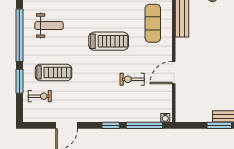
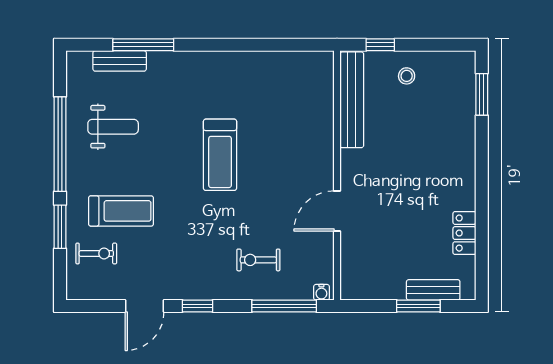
exercise mat: (153, 23) -> (299, 123), removed
treadmill: (109, 41) -> (220, 155), turned 90
exercise bike: (132, 79) -> (258, 260), moved
window: (111, 125) -> (197, 306), moved

